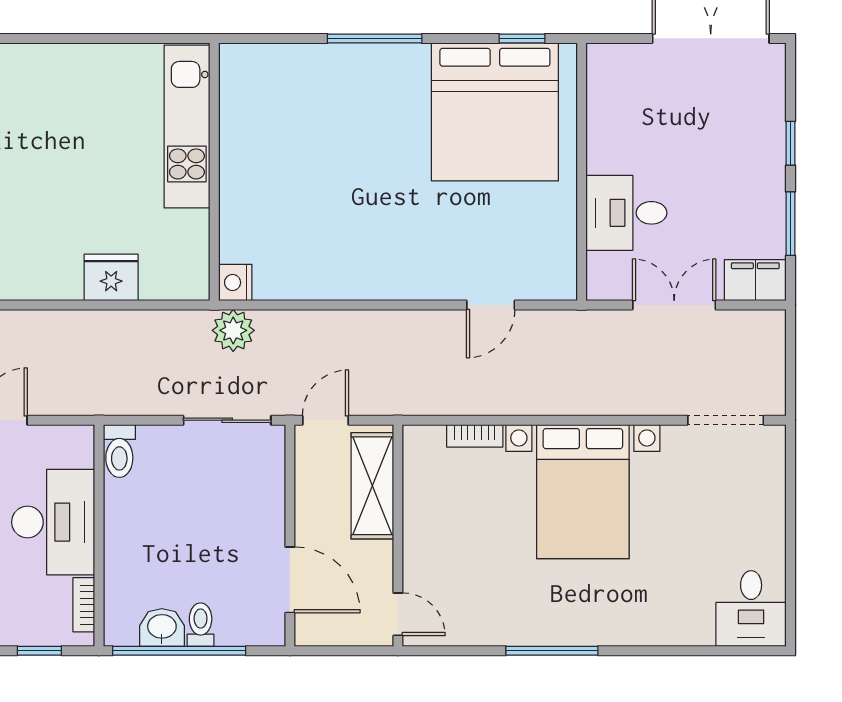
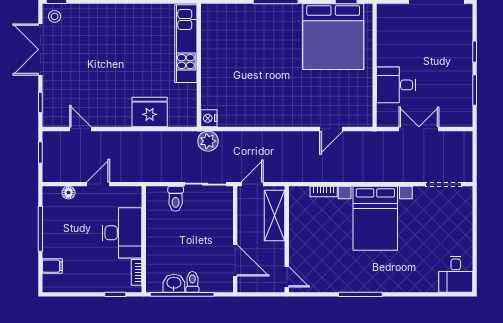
fridge: (111, 277) -> (150, 112), width x1.36, depth x1.34
filing cabinet: (755, 280) -> (458, 117), removed
toilet: (119, 451) -> (176, 199), moved

